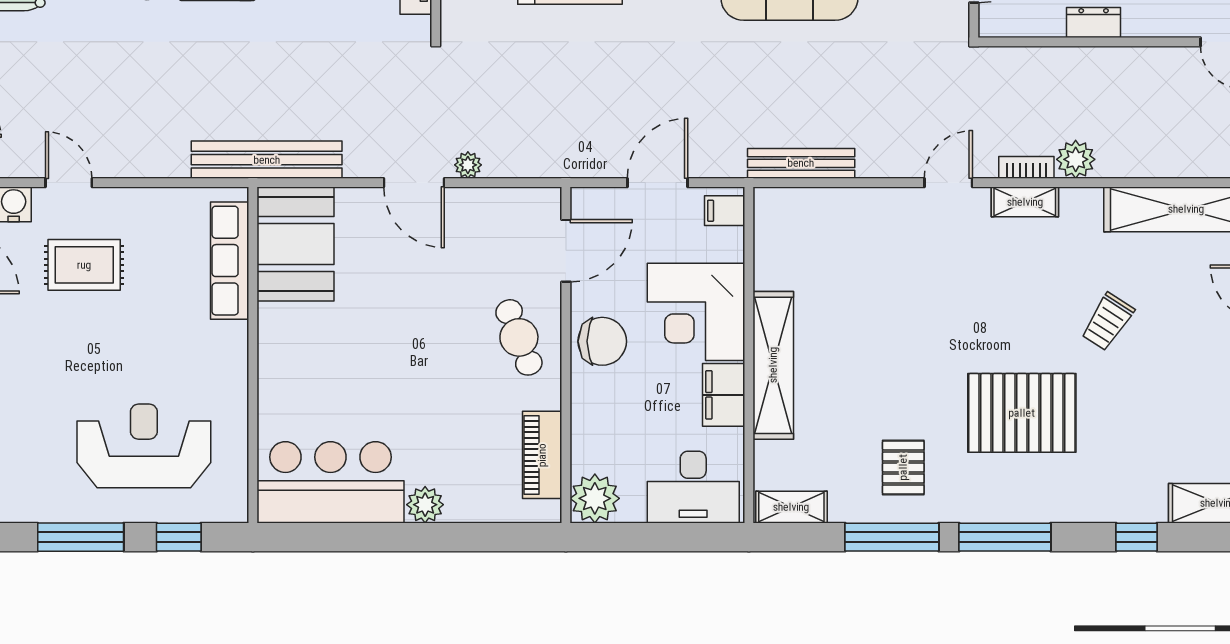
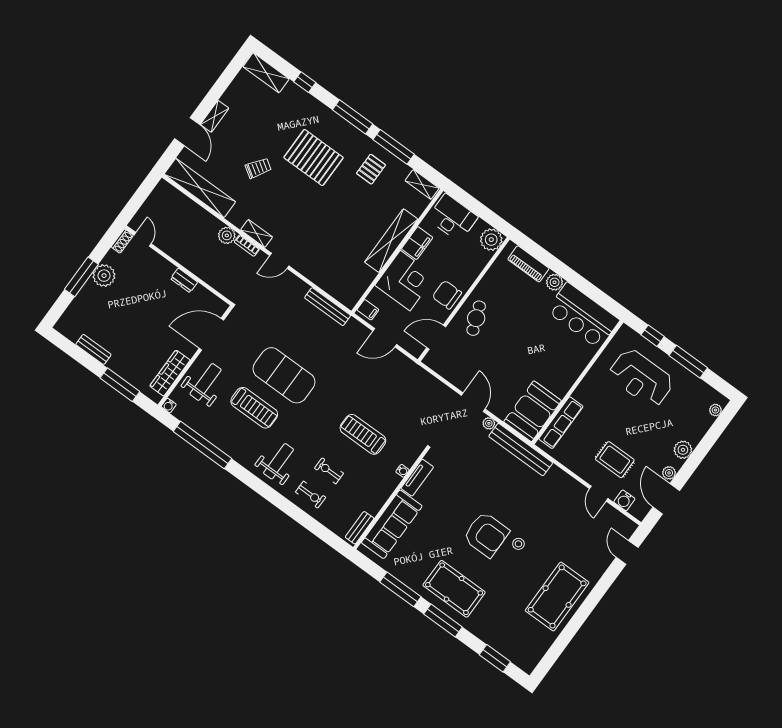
plant: (468, 165) -> (489, 423), moved
piano: (542, 455) -> (528, 264), moved, turned 90

